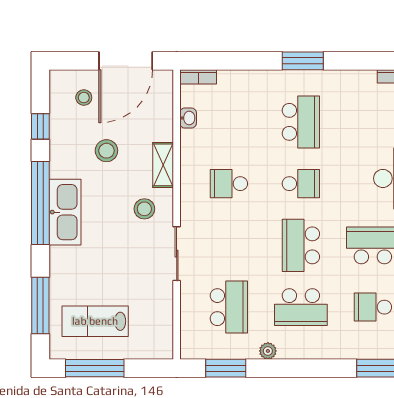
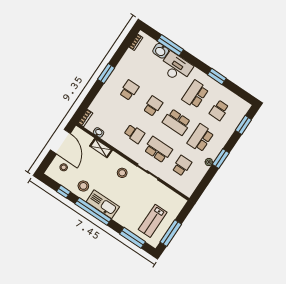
school desk: (301, 122) -> (129, 90), width x0.54
stool: (106, 151) -> (83, 186), moved
shelving: (163, 165) -> (101, 148), moved
school desk: (229, 184) -> (134, 134), turned -90
school desk: (229, 245) -> (158, 150), added
school desk: (229, 307) -> (182, 166), width x0.54
school desk: (301, 307) -> (200, 138), turned 180
window: (226, 368) -> (221, 159), moved

